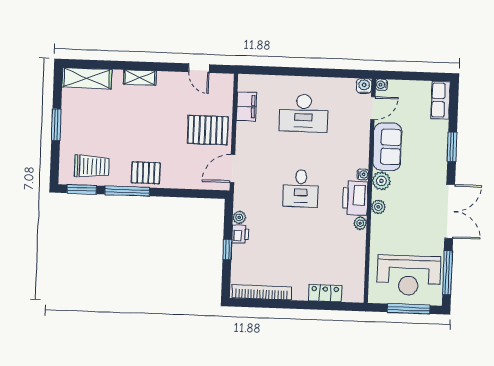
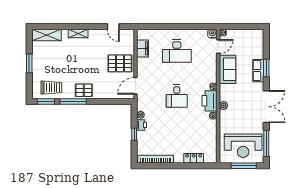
row of seats: (440, 100) -> (258, 71), moved
plant: (381, 181) -> (225, 90), removed

